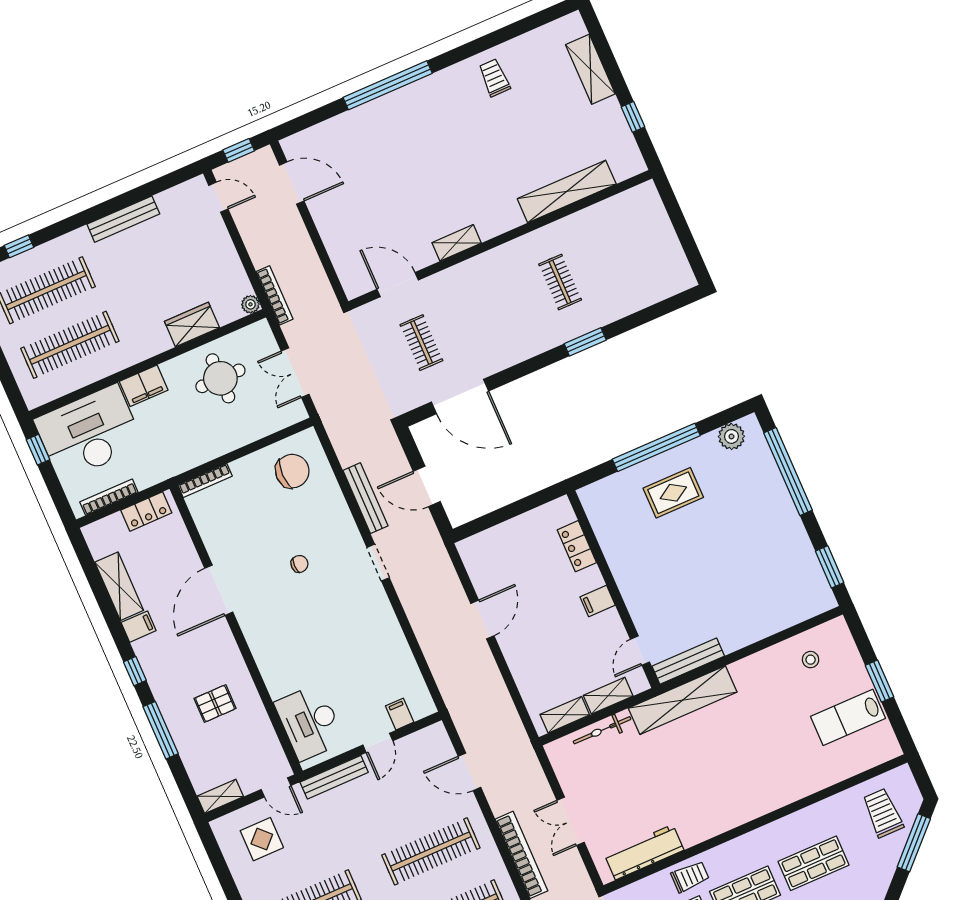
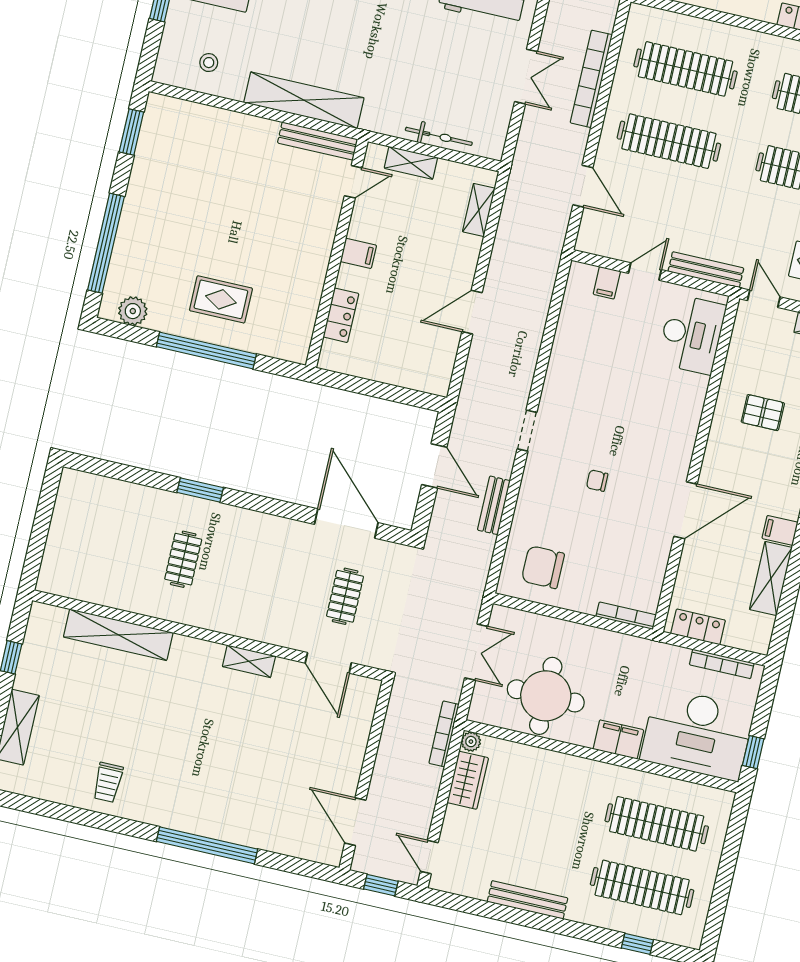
wardrobe: (192, 324) -> (468, 780), moved, turned -90
round table: (220, 378) -> (546, 696), width x1.36, depth x1.36
bench: (365, 498) -> (494, 505), width x0.73
shelving: (683, 700) -> (304, 100), moved
shelving: (565, 715) -> (479, 210), moved, turned 90

